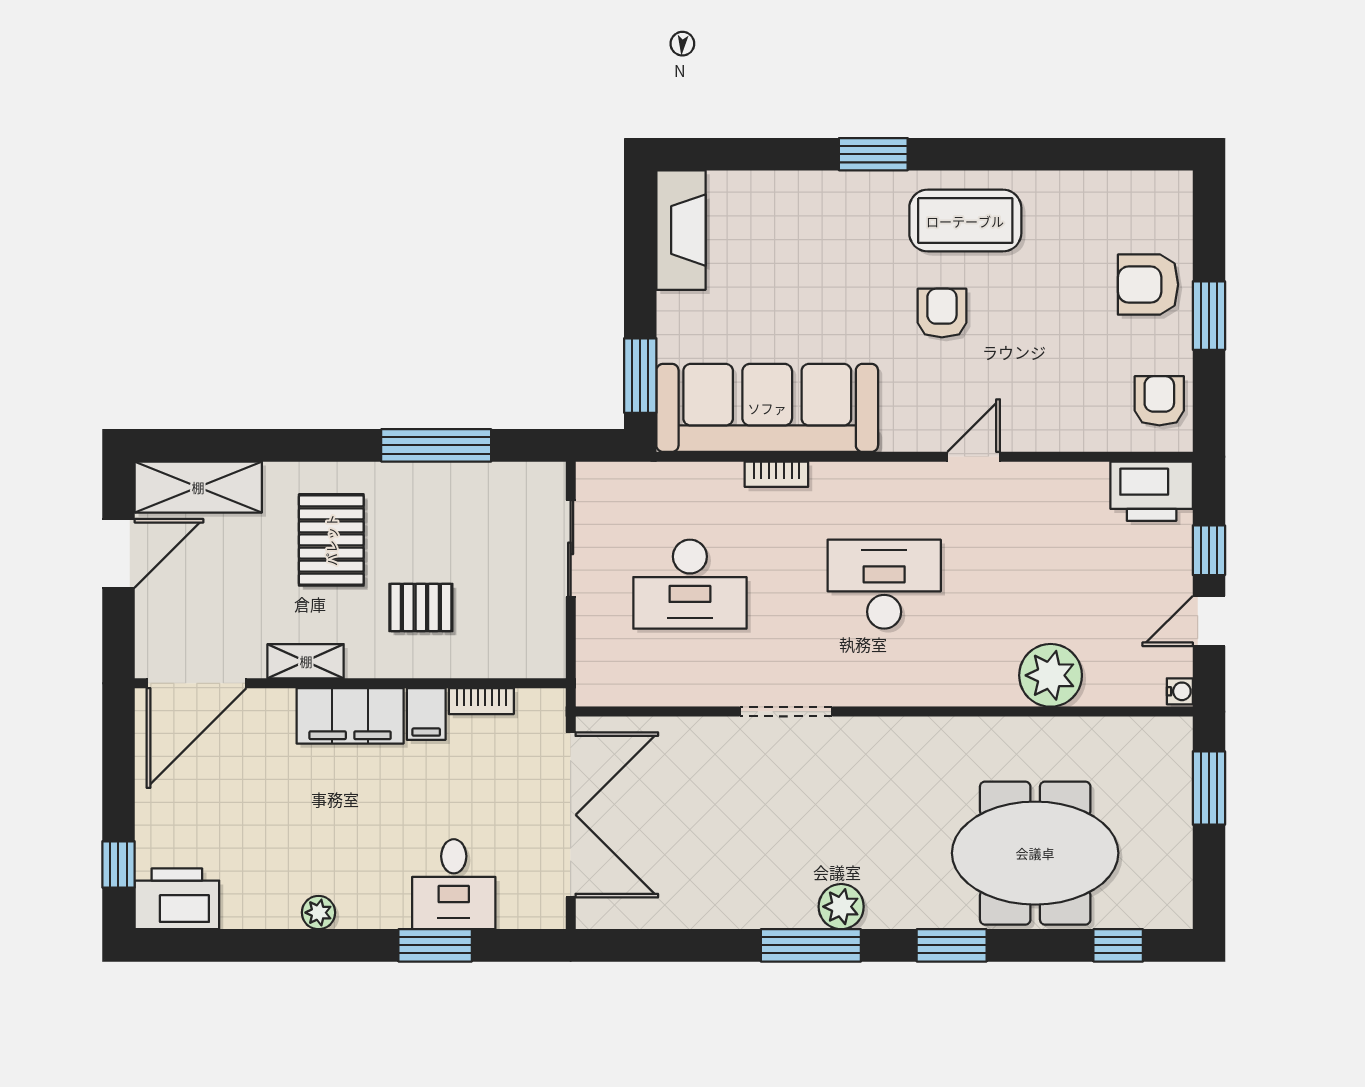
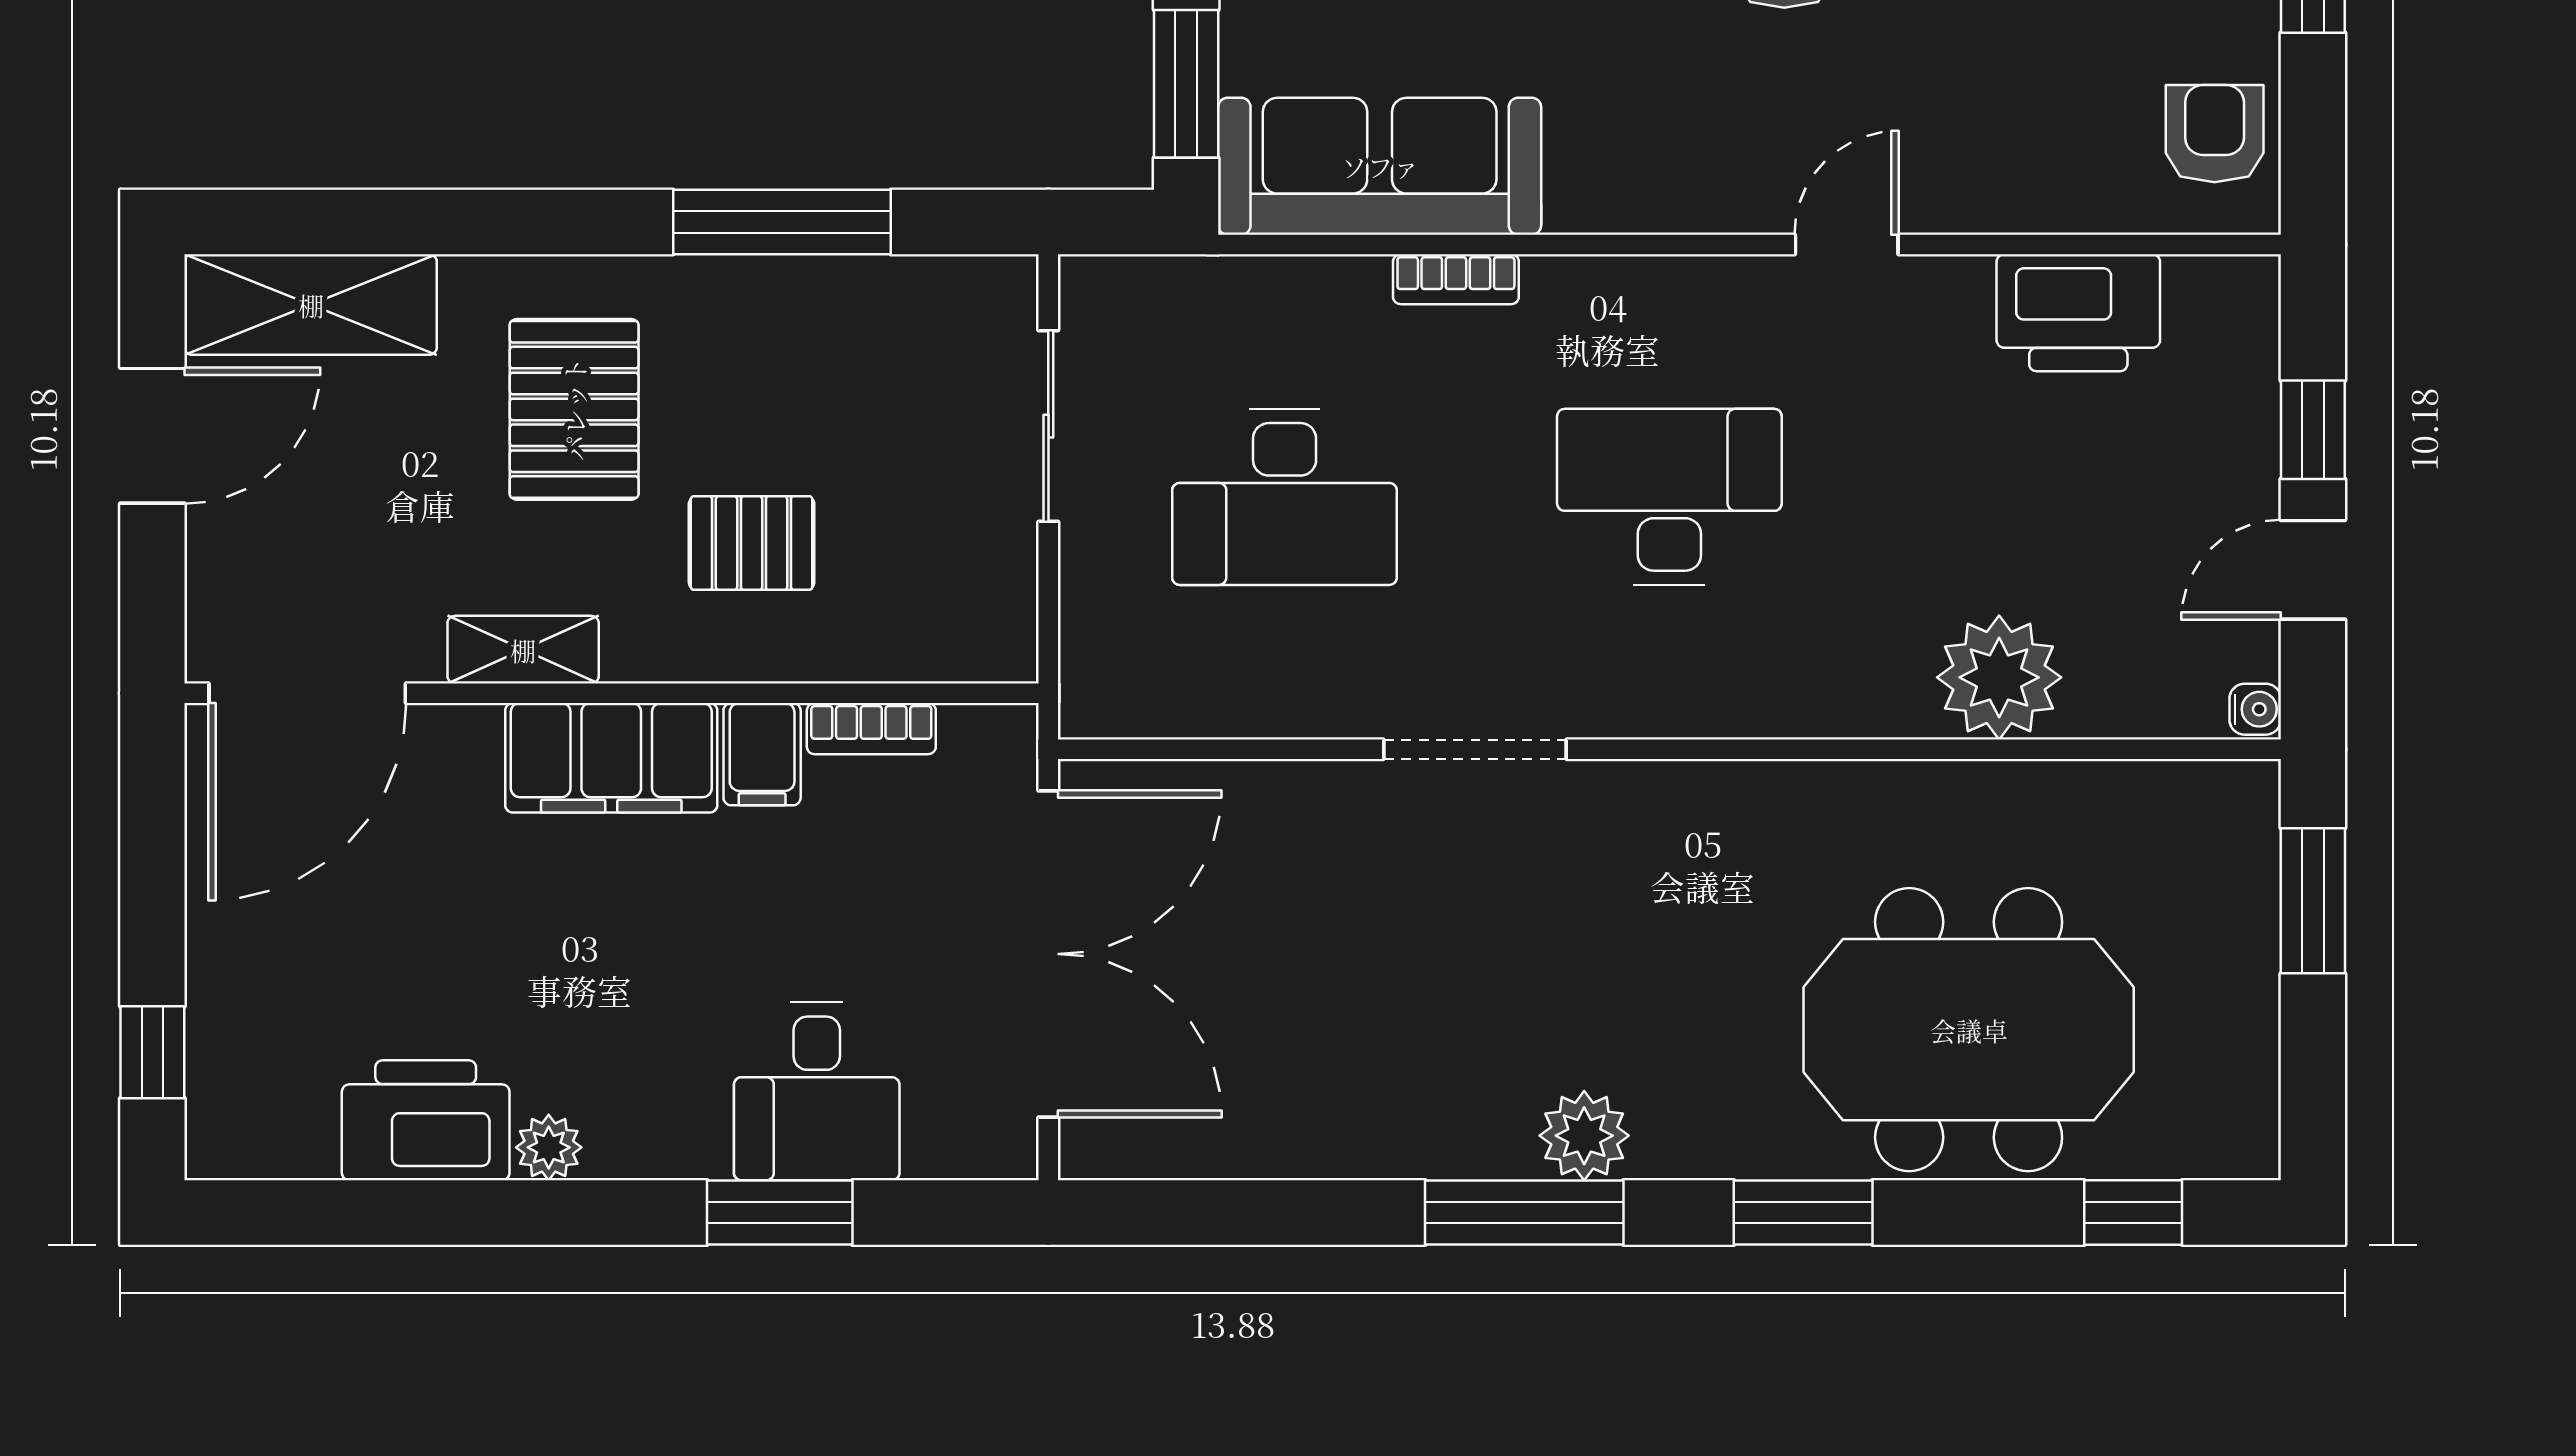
sofa: (767, 408) -> (1380, 166), width x0.74, depth x0.79
printer: (1152, 491) -> (2078, 313), moved
printer: (177, 899) -> (426, 1120), moved

